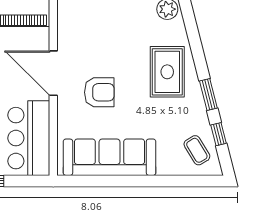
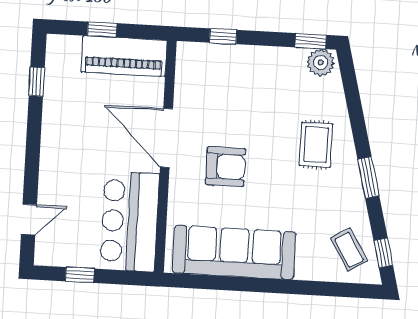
rug: (167, 72) -> (316, 145), width x0.73, depth x0.70
window: (219, 134) -> (383, 253), moved

